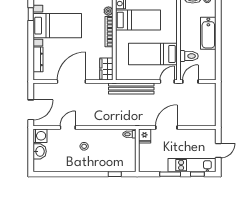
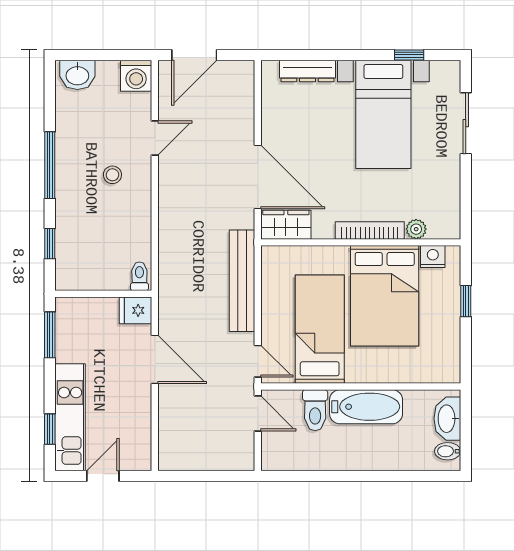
bed: (138, 20) -> (385, 296), width x1.50
bathtub: (208, 33) -> (366, 407), moved, turned 180
door: (71, 82) -> (258, 177), moved
door: (31, 110) -> (194, 55), hinge flipped
door: (68, 127) -> (155, 138), hinge flipped
washbasin: (40, 151) -> (77, 75), moved
door: (218, 151) -> (103, 476), swing flipped
window: (80, 174) -> (50, 165), added
window: (170, 174) -> (50, 335), moved

